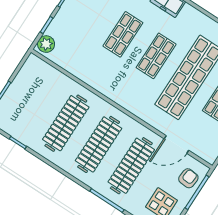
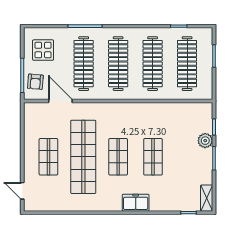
plant: (46, 44) -> (205, 141), moved
clothes rail: (33, 102) -> (187, 64), added
door: (176, 144) -> (60, 101), hinge flipped

